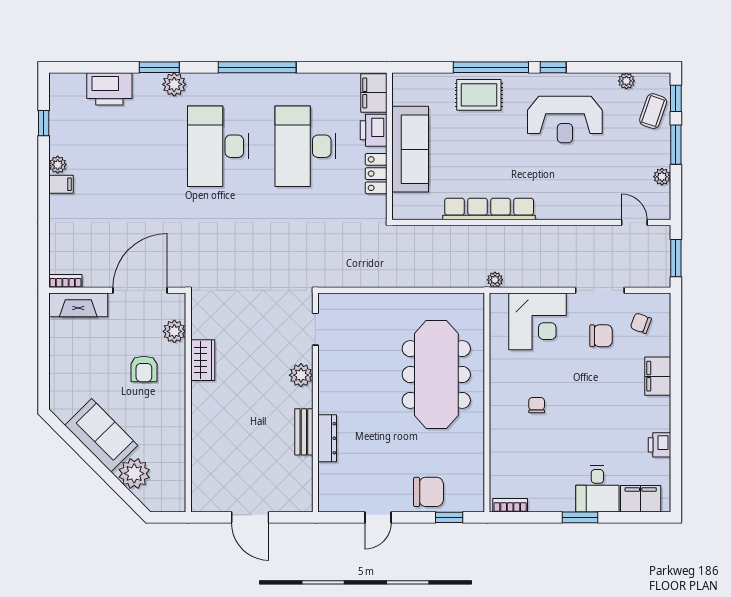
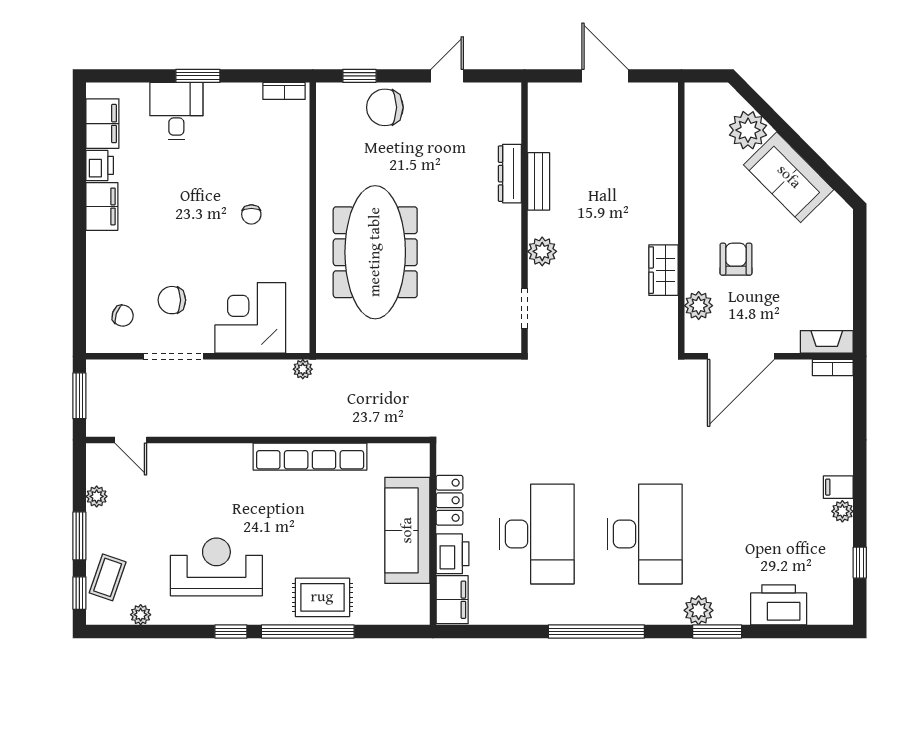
fireplace: (78, 305) -> (827, 342), width x0.73, depth x0.76
filing cabinet: (658, 376) -> (102, 206), moved
filing cabinet: (641, 499) -> (102, 124), moved, turned -90

